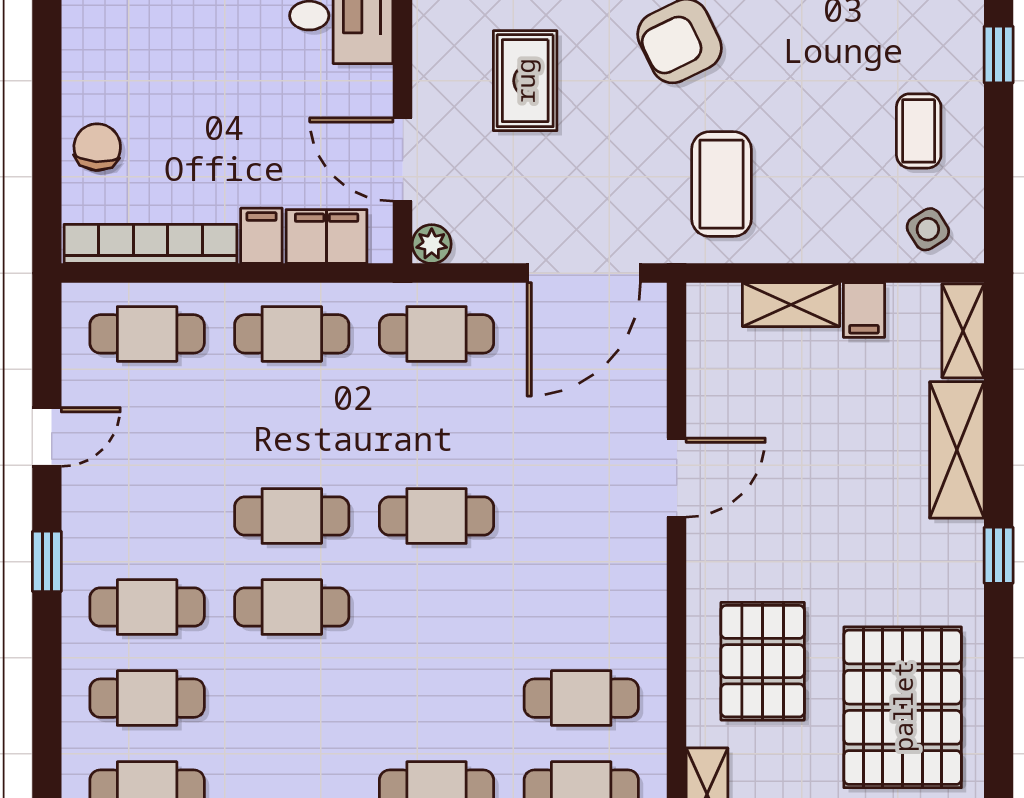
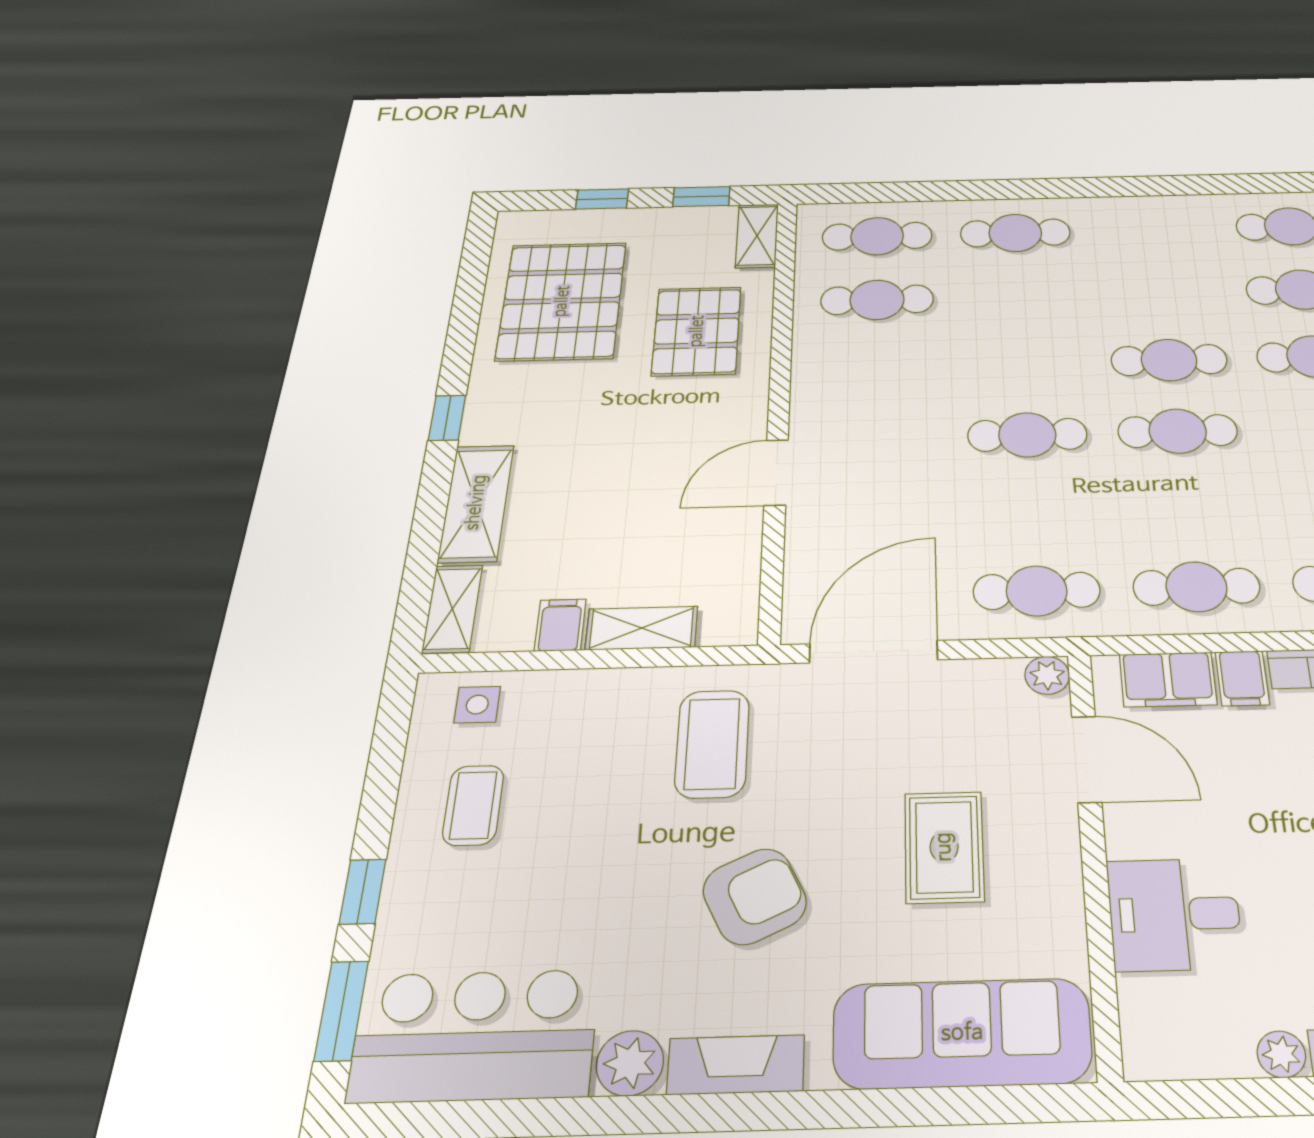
side table: (928, 229) -> (477, 705), turned 32

